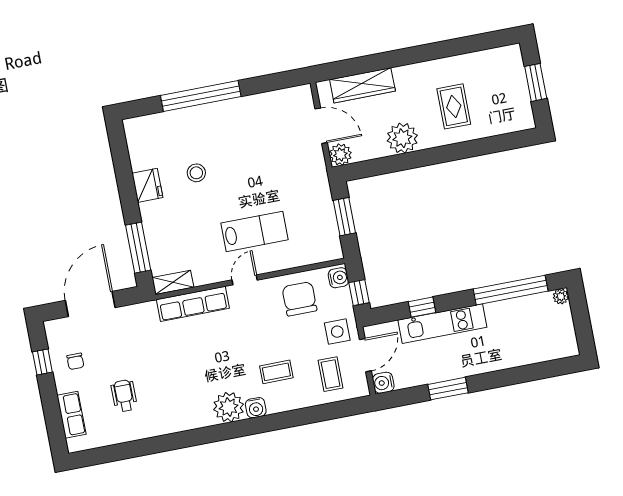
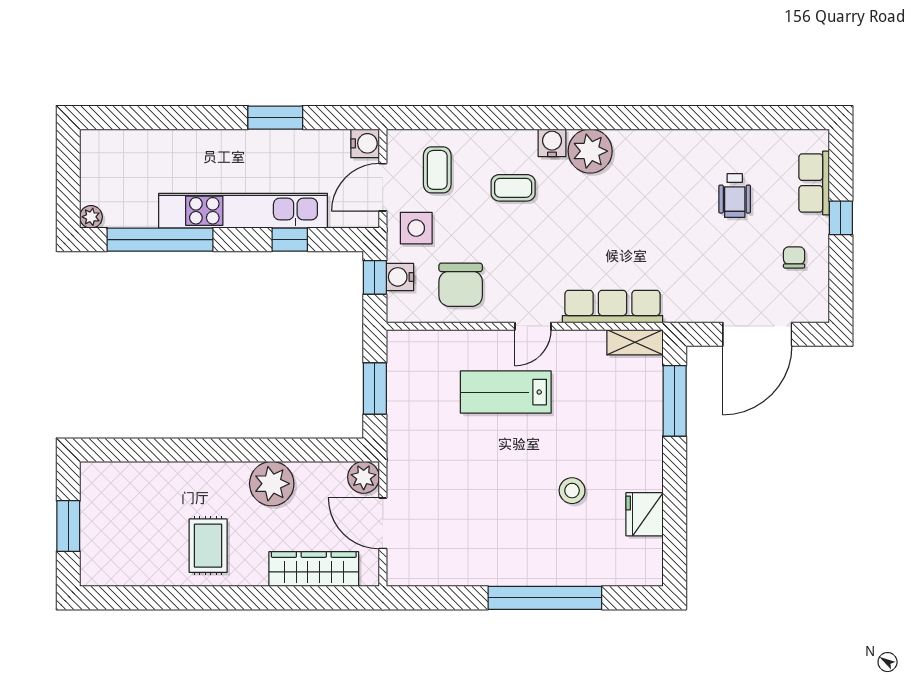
rug: (454, 106) -> (208, 546), moved
fridge: (147, 185) -> (645, 514), moved
water cooler: (338, 278) -> (400, 277), moved
kitchen unit: (442, 324) -> (243, 211), width x1.36
window: (42, 362) -> (841, 218), moved

